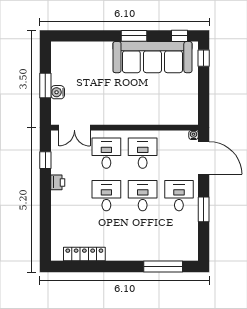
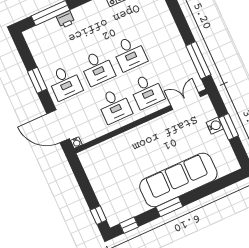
sofa: (152, 57) -> (178, 180), moved
window: (45, 160) -> (198, 60), width x2.17
printer: (58, 182) -> (66, 19), moved, turned -90

